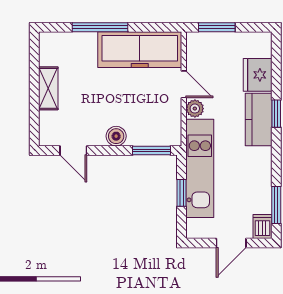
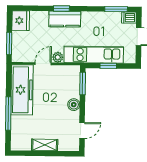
fridge: (258, 75) -> (21, 21), moved, turned -90

